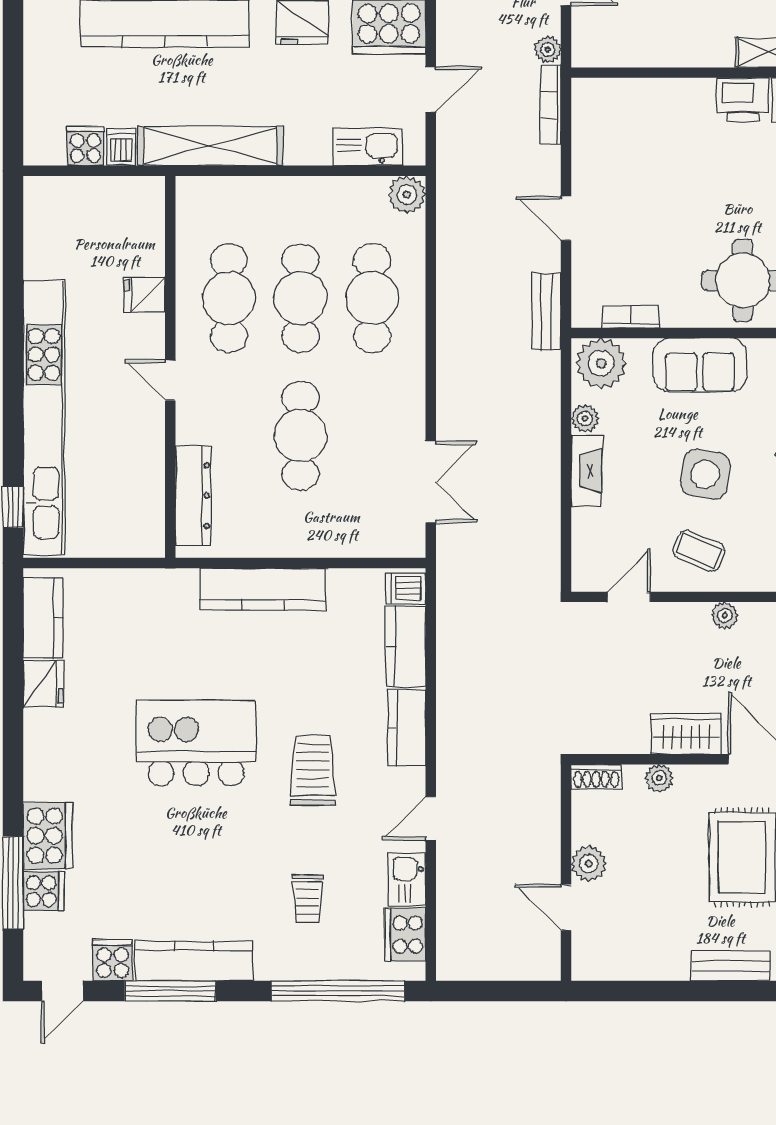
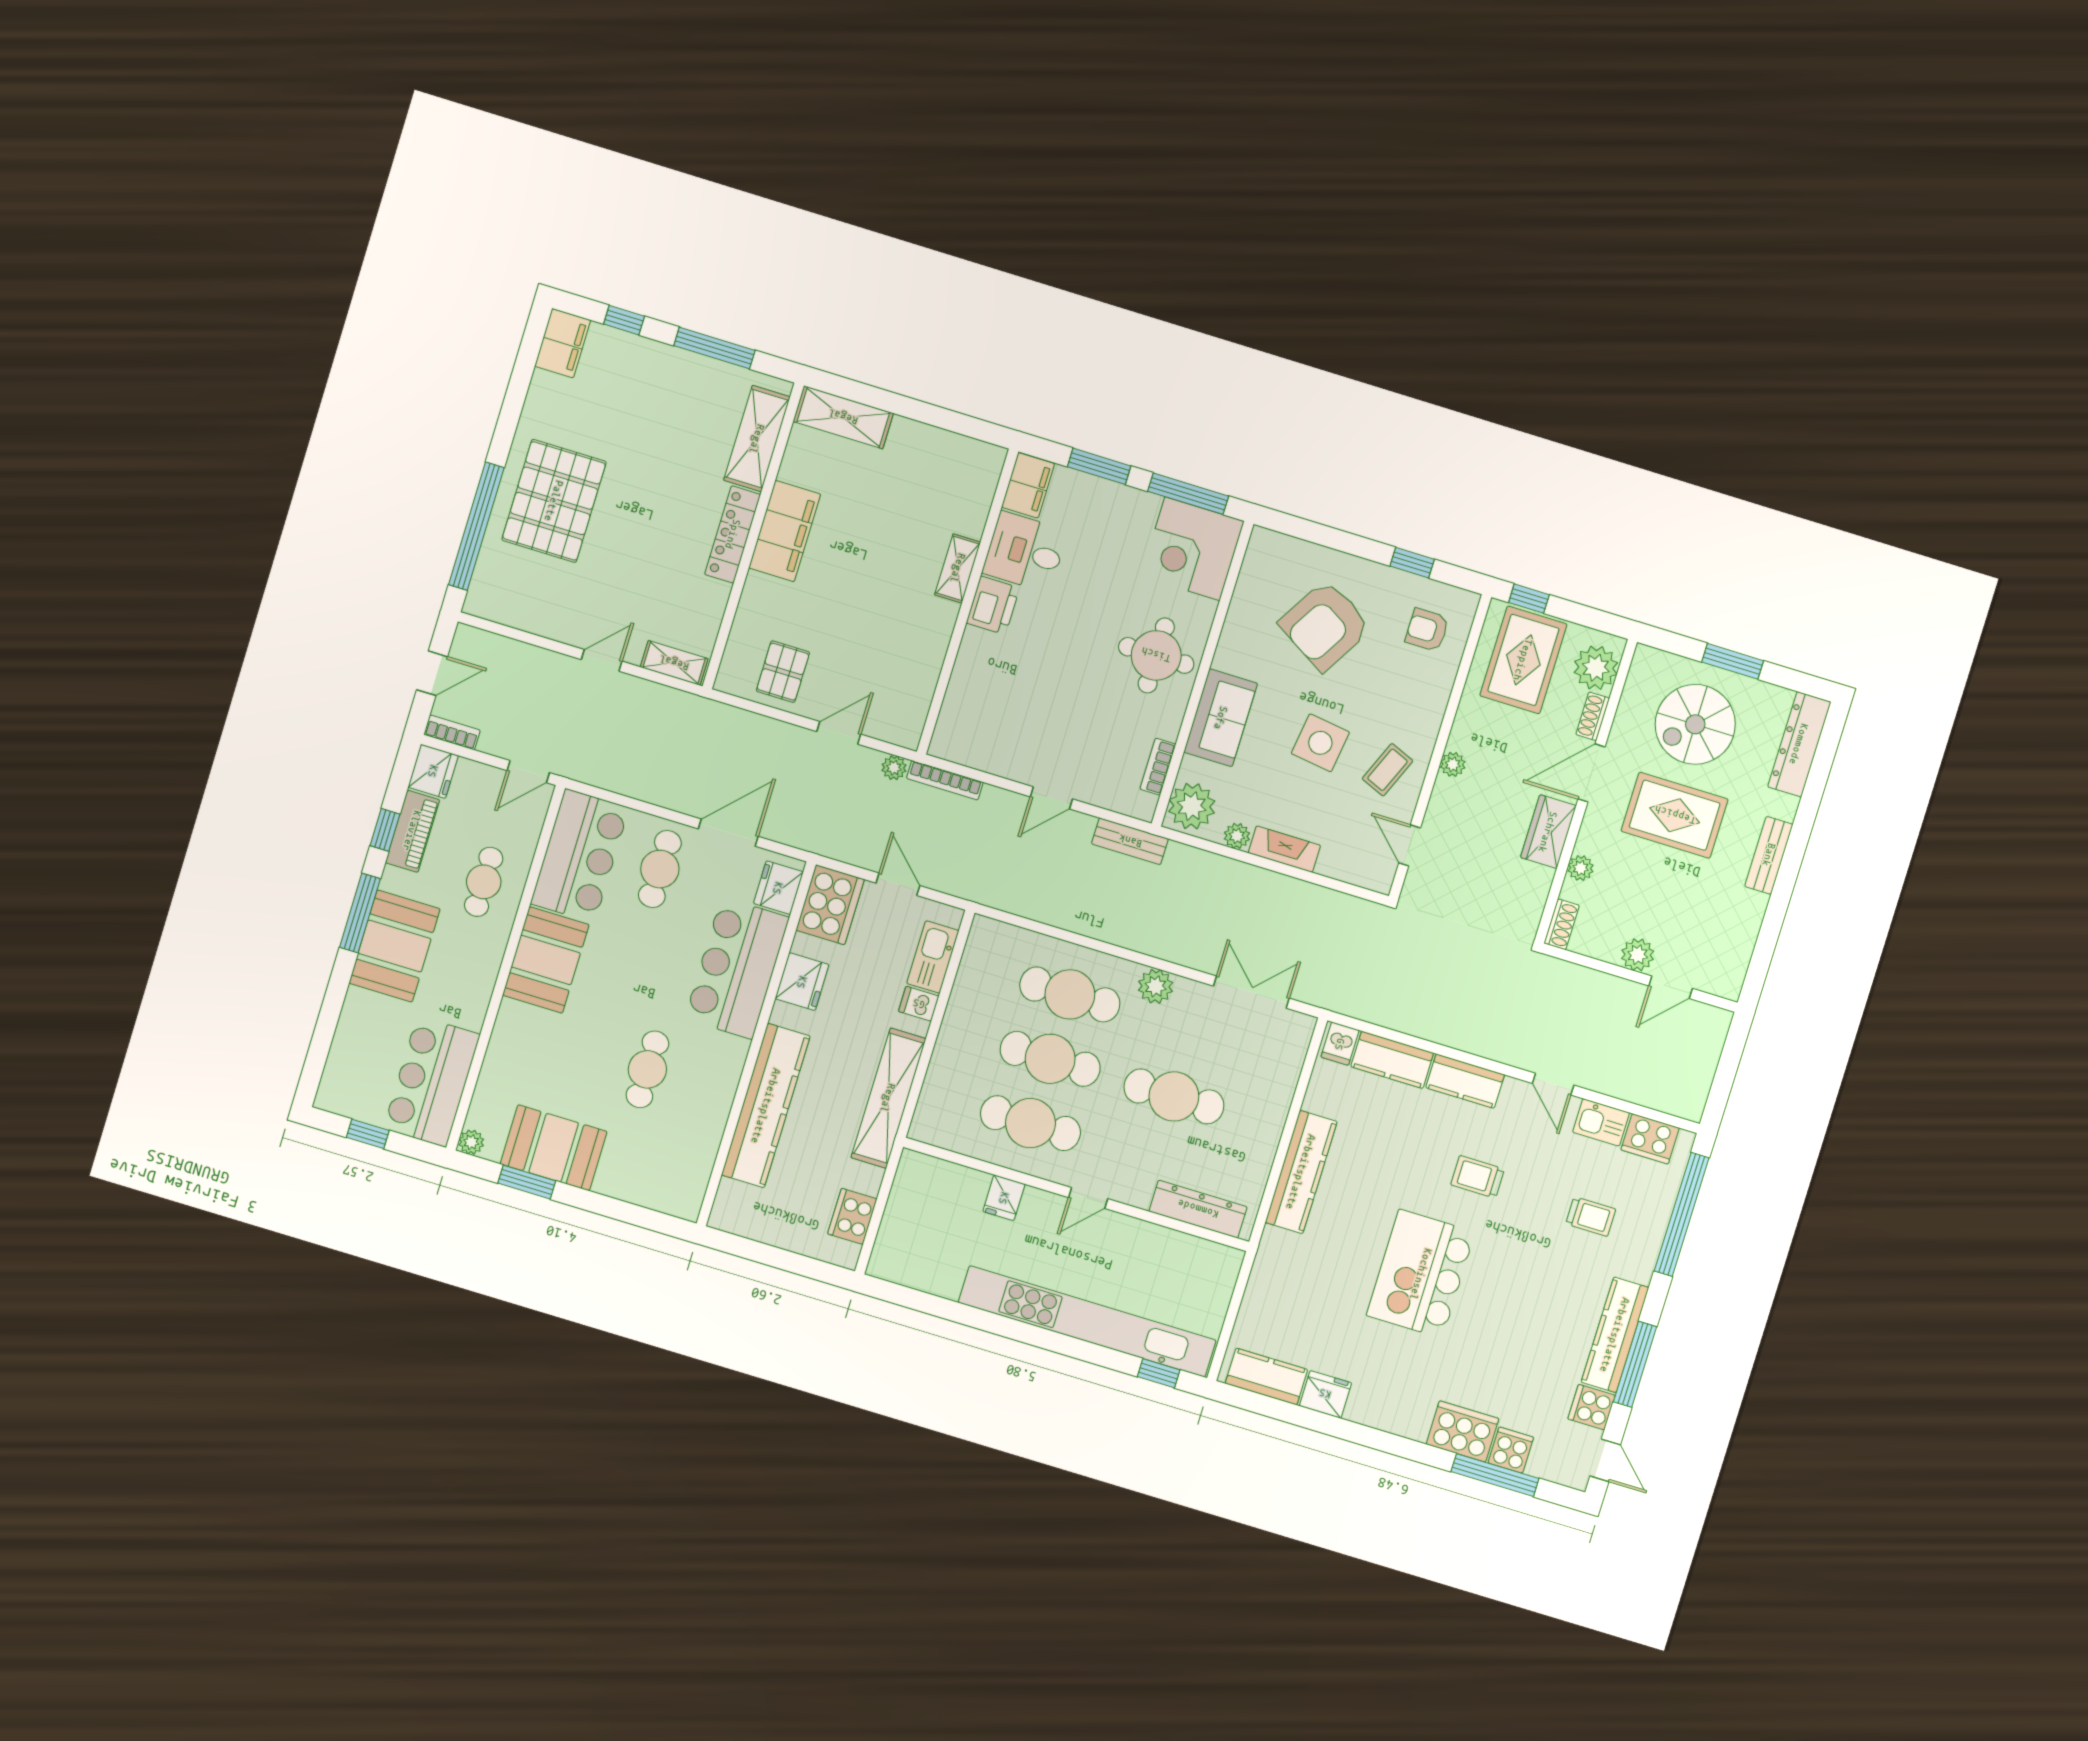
cooker: (85, 146) -> (852, 1216), width x1.36
dishwasher: (121, 147) -> (919, 1004), moved
plant: (407, 195) -> (1156, 986), moved
trolley: (313, 770) -> (1478, 1177), width x0.73, depth x0.72

